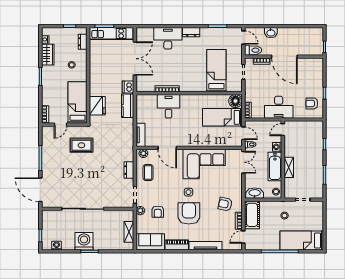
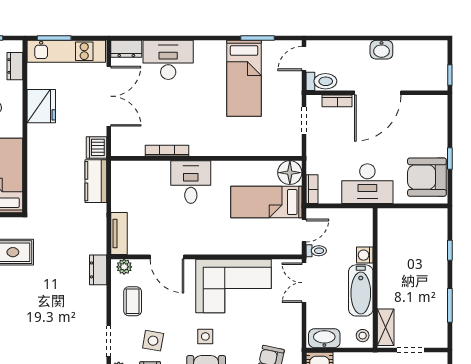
dresser: (191, 32) -> (126, 49), moved
washbasin: (271, 33) -> (381, 50), moved
door: (243, 38) -> (304, 58), swing flipped
door: (284, 57) -> (378, 93), hinge flipped
bed: (216, 71) -> (244, 78), moved, turned 180
armchair: (312, 103) -> (427, 177), width x1.88, depth x1.88
fridge: (97, 106) -> (41, 106), moved
desk: (169, 106) -> (191, 182), moved
door: (283, 130) -> (375, 224), removed
door: (243, 133) -> (304, 231), hinge flipped
double door: (243, 162) -> (304, 283), swing flipped
shelving: (289, 167) -> (386, 327), moved
dresser: (129, 170) -> (98, 270), moved
side table: (159, 194) -> (153, 341), added

